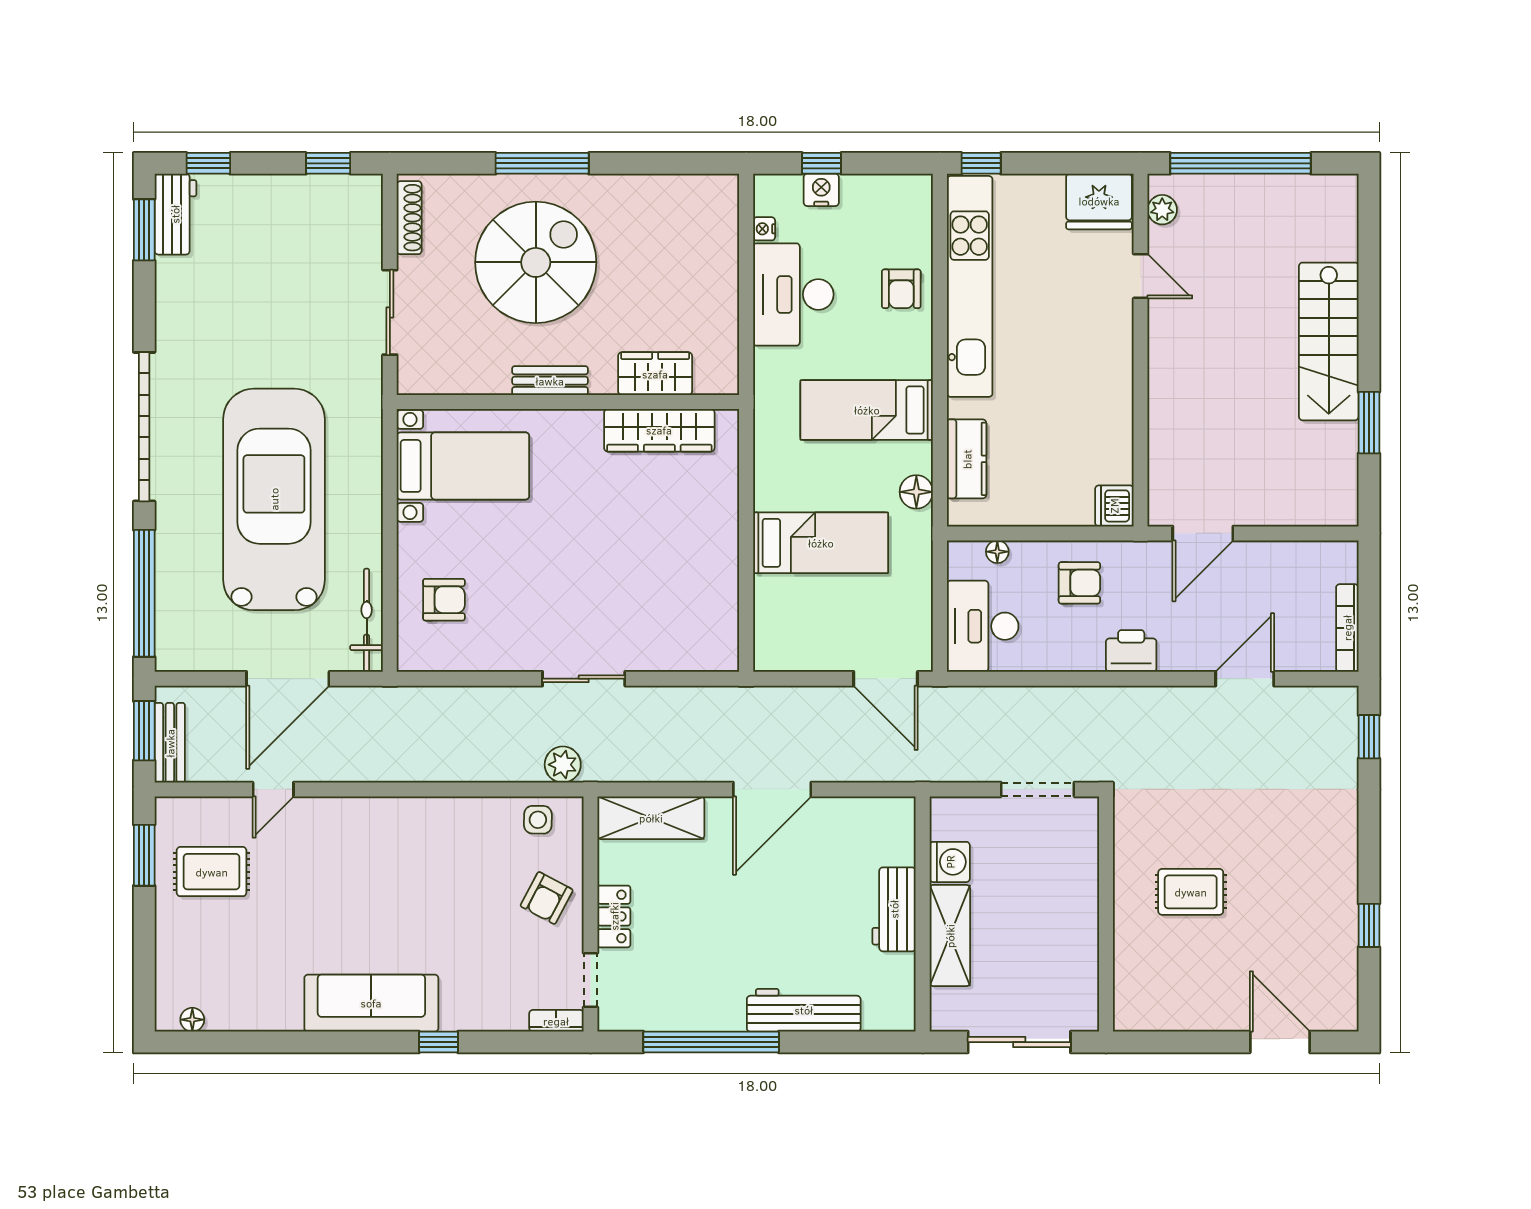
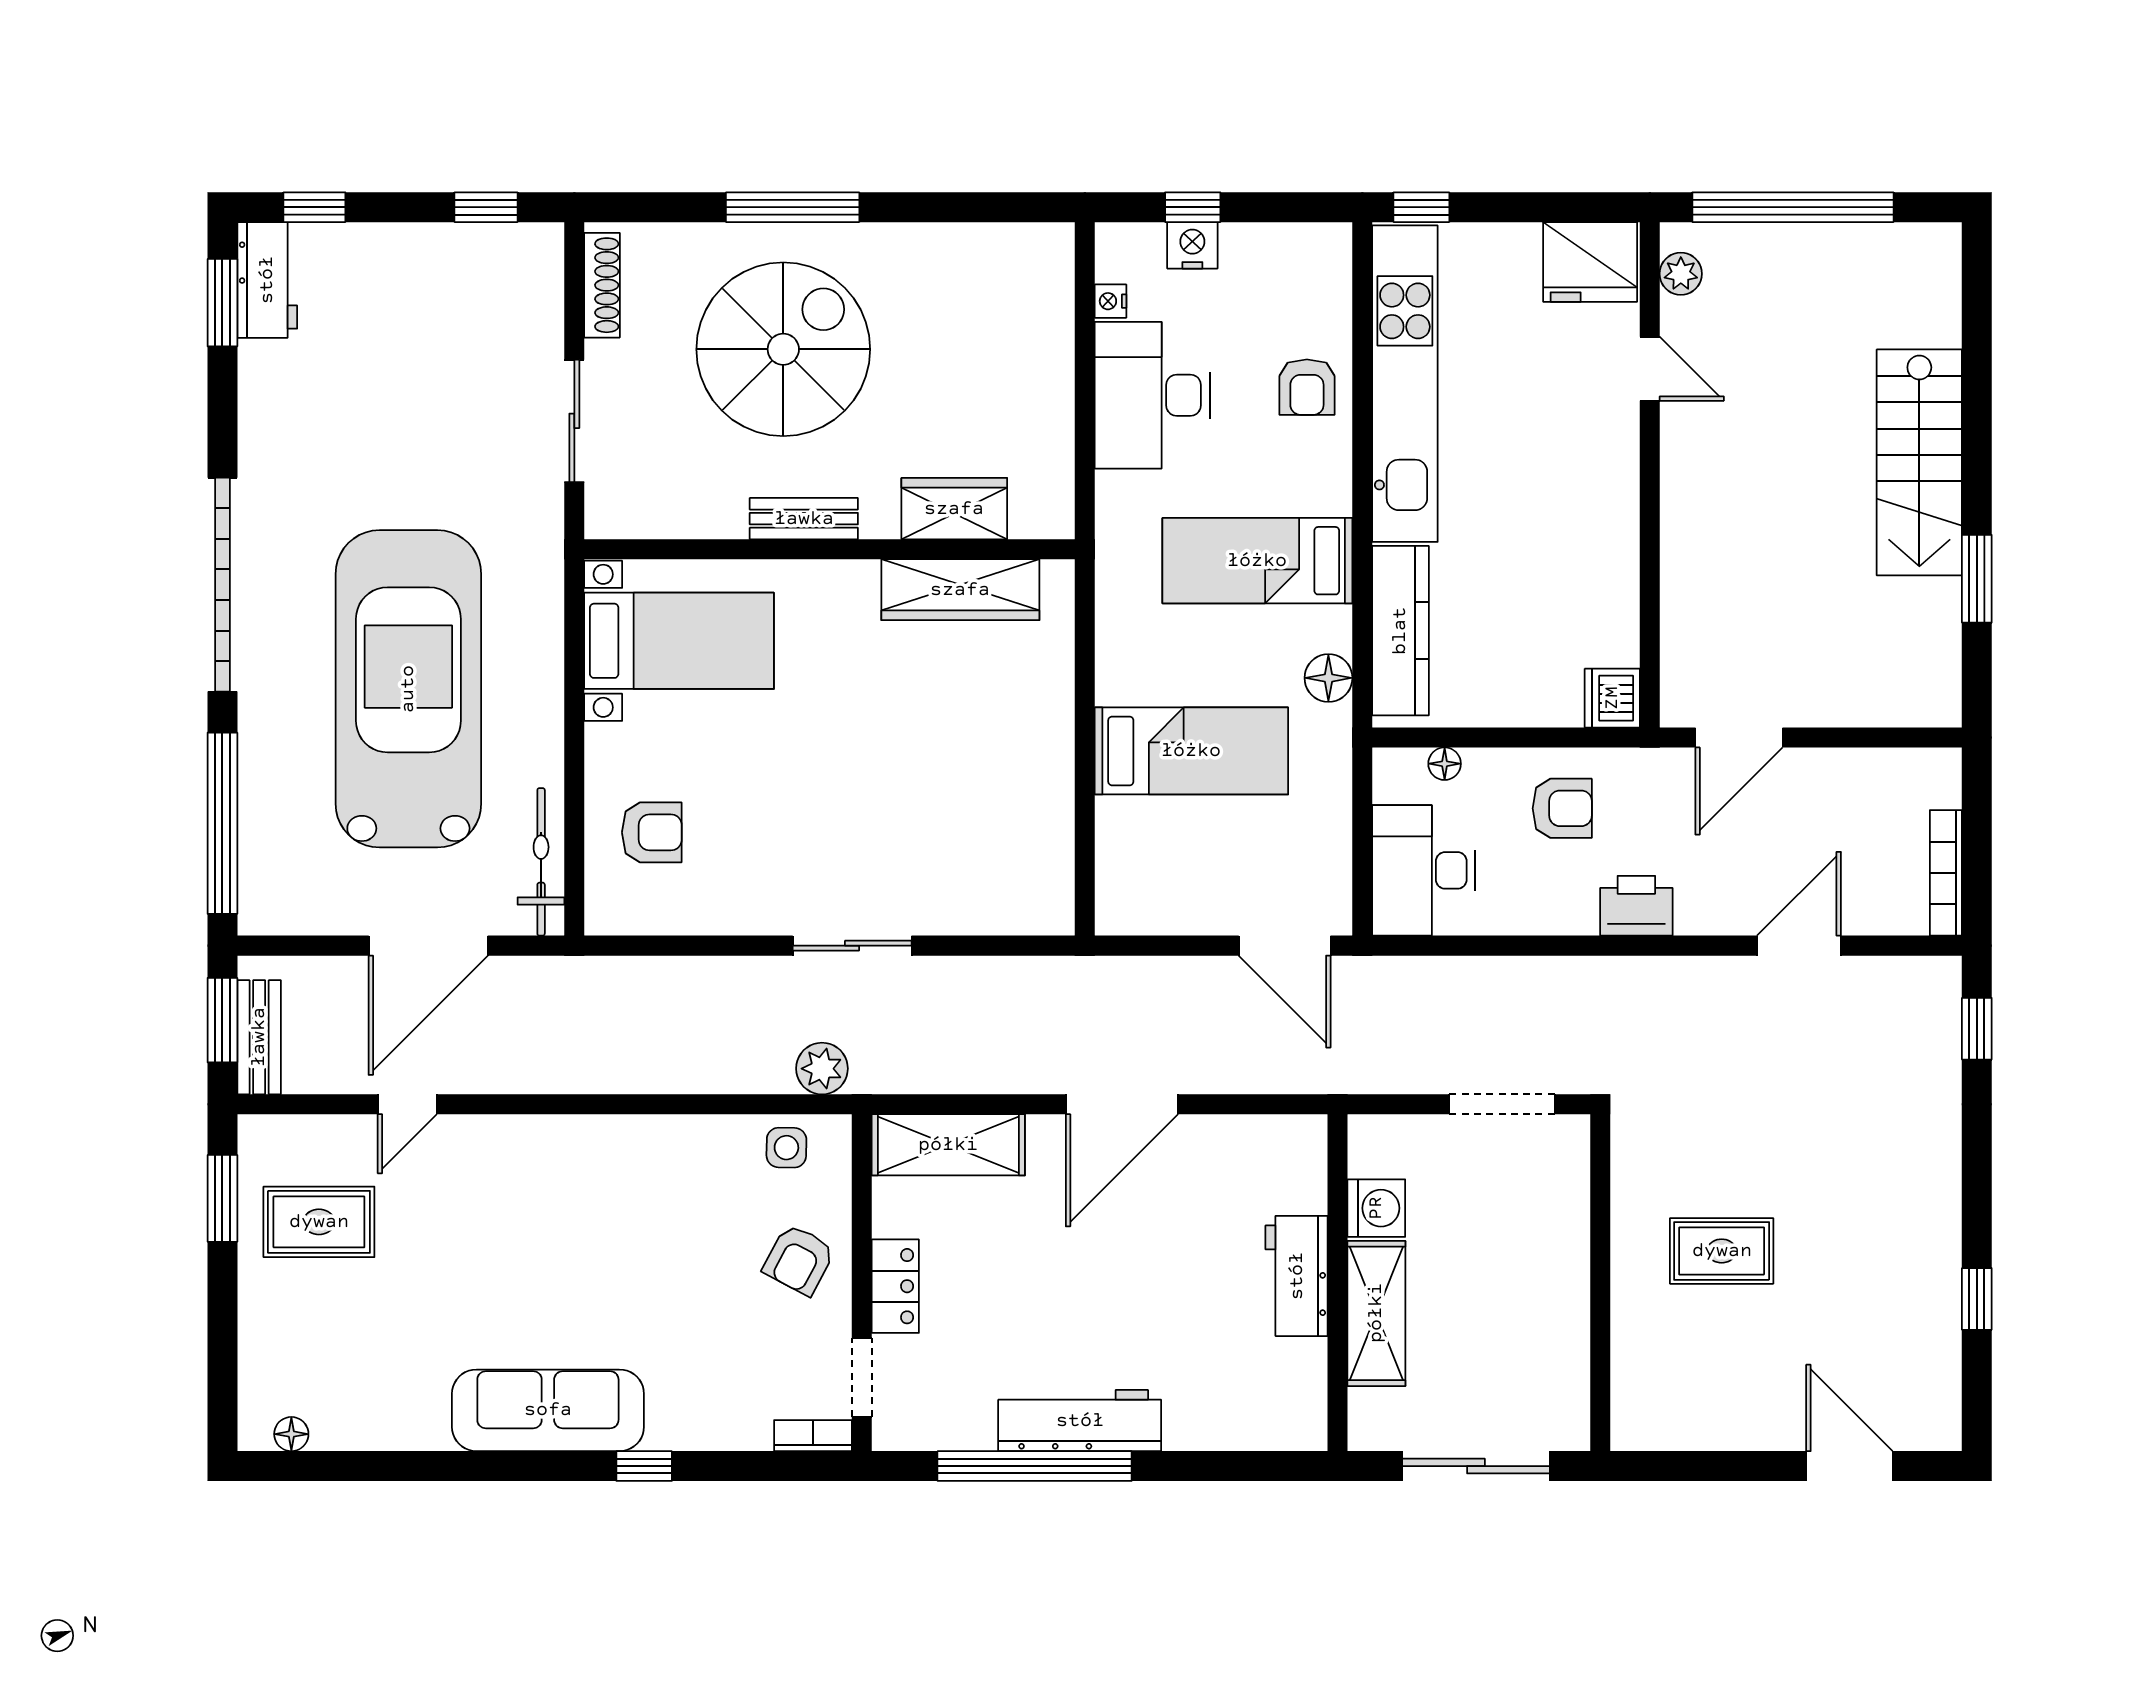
kitchen counter: (967, 459) -> (1400, 631), width x1.50
workbench: (804, 1010) -> (1080, 1421), moved

